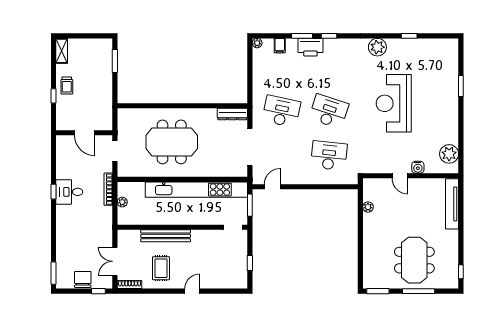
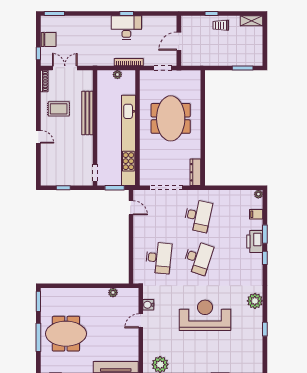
water cooler: (418, 167) -> (148, 305), moved
desk: (69, 192) -> (126, 28), width x1.37

